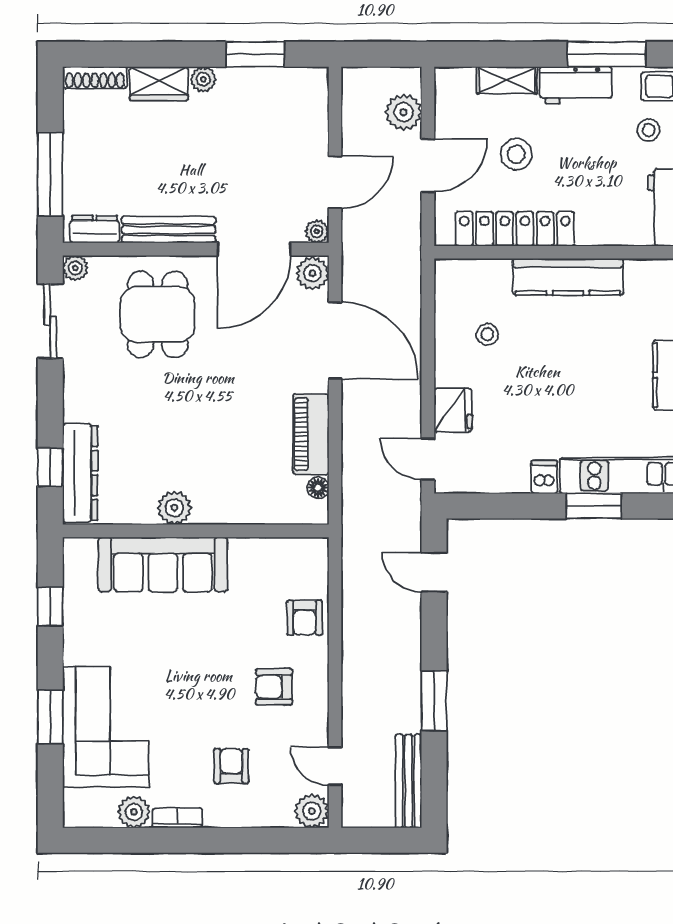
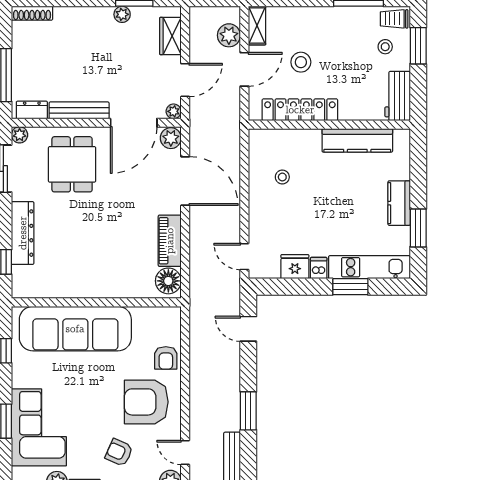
plant: (203, 79) -> (122, 14), moved
shelving: (507, 80) -> (257, 25), moved, turned 90
wardrobe: (159, 83) -> (170, 36), moved, turned 90
workbench: (576, 85) -> (339, 18), removed
kitchen counter: (568, 277) -> (357, 140), moved
fridge: (453, 410) -> (295, 267), moved, turned -90
dresser: (80, 473) -> (23, 233), moved
floor lamp: (318, 488) -> (168, 281), width x1.89, depth x1.89
plant: (174, 508) -> (83, 288), removed
sofa: (163, 564) -> (75, 329), width x1.36, depth x1.27
armchair: (274, 687) -> (146, 402), width x1.88, depth x1.88
armchair: (231, 766) -> (119, 452), turned -66

